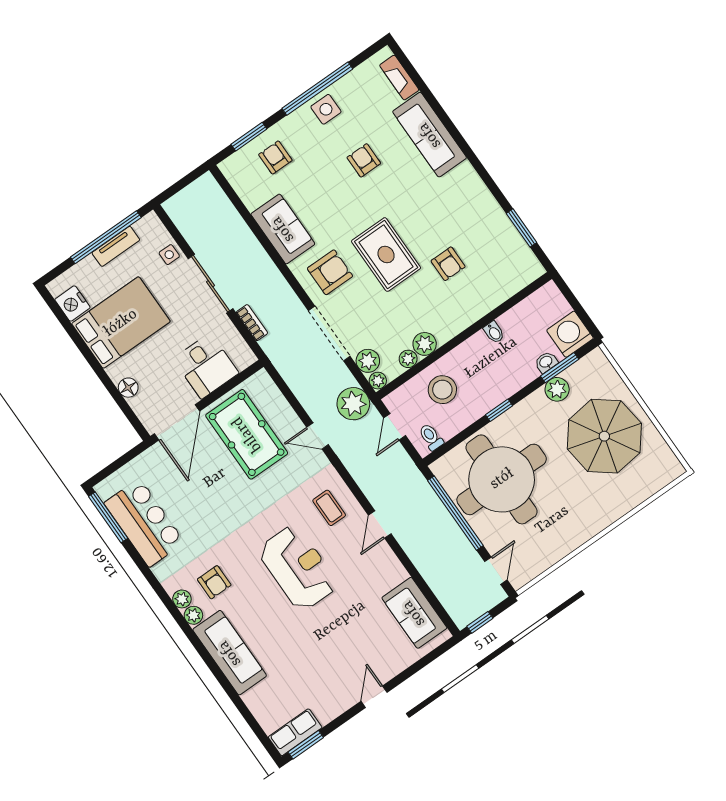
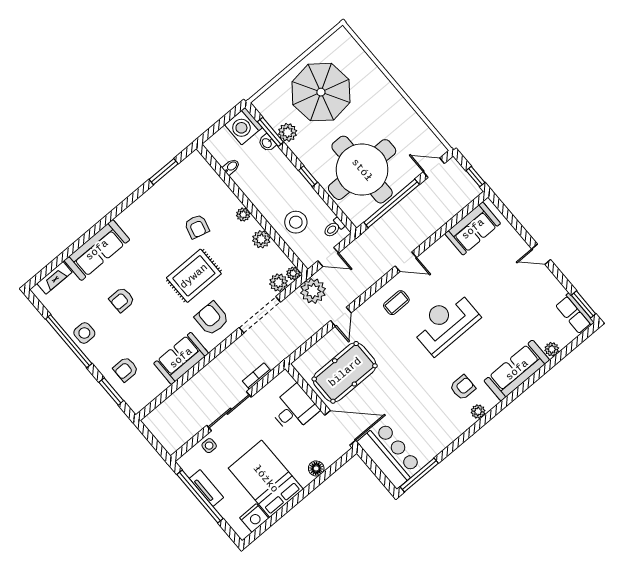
armchair: (448, 264) -> (197, 227), turned 105
bidet: (494, 332) -> (231, 167), moved
plant: (408, 359) -> (243, 215), moved
bar counter: (144, 523) -> (390, 454), moved, turned 90
plant: (193, 615) -> (552, 349), moved

